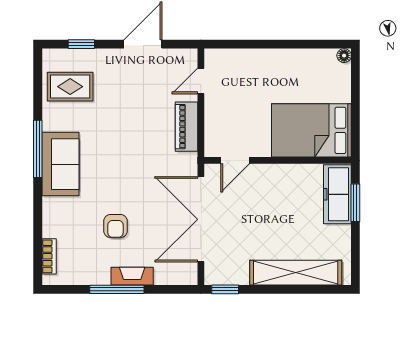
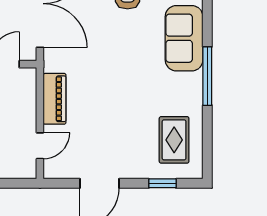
rug: (70, 87) -> (174, 140), turned 90
sofa: (60, 164) -> (184, 38), moved

